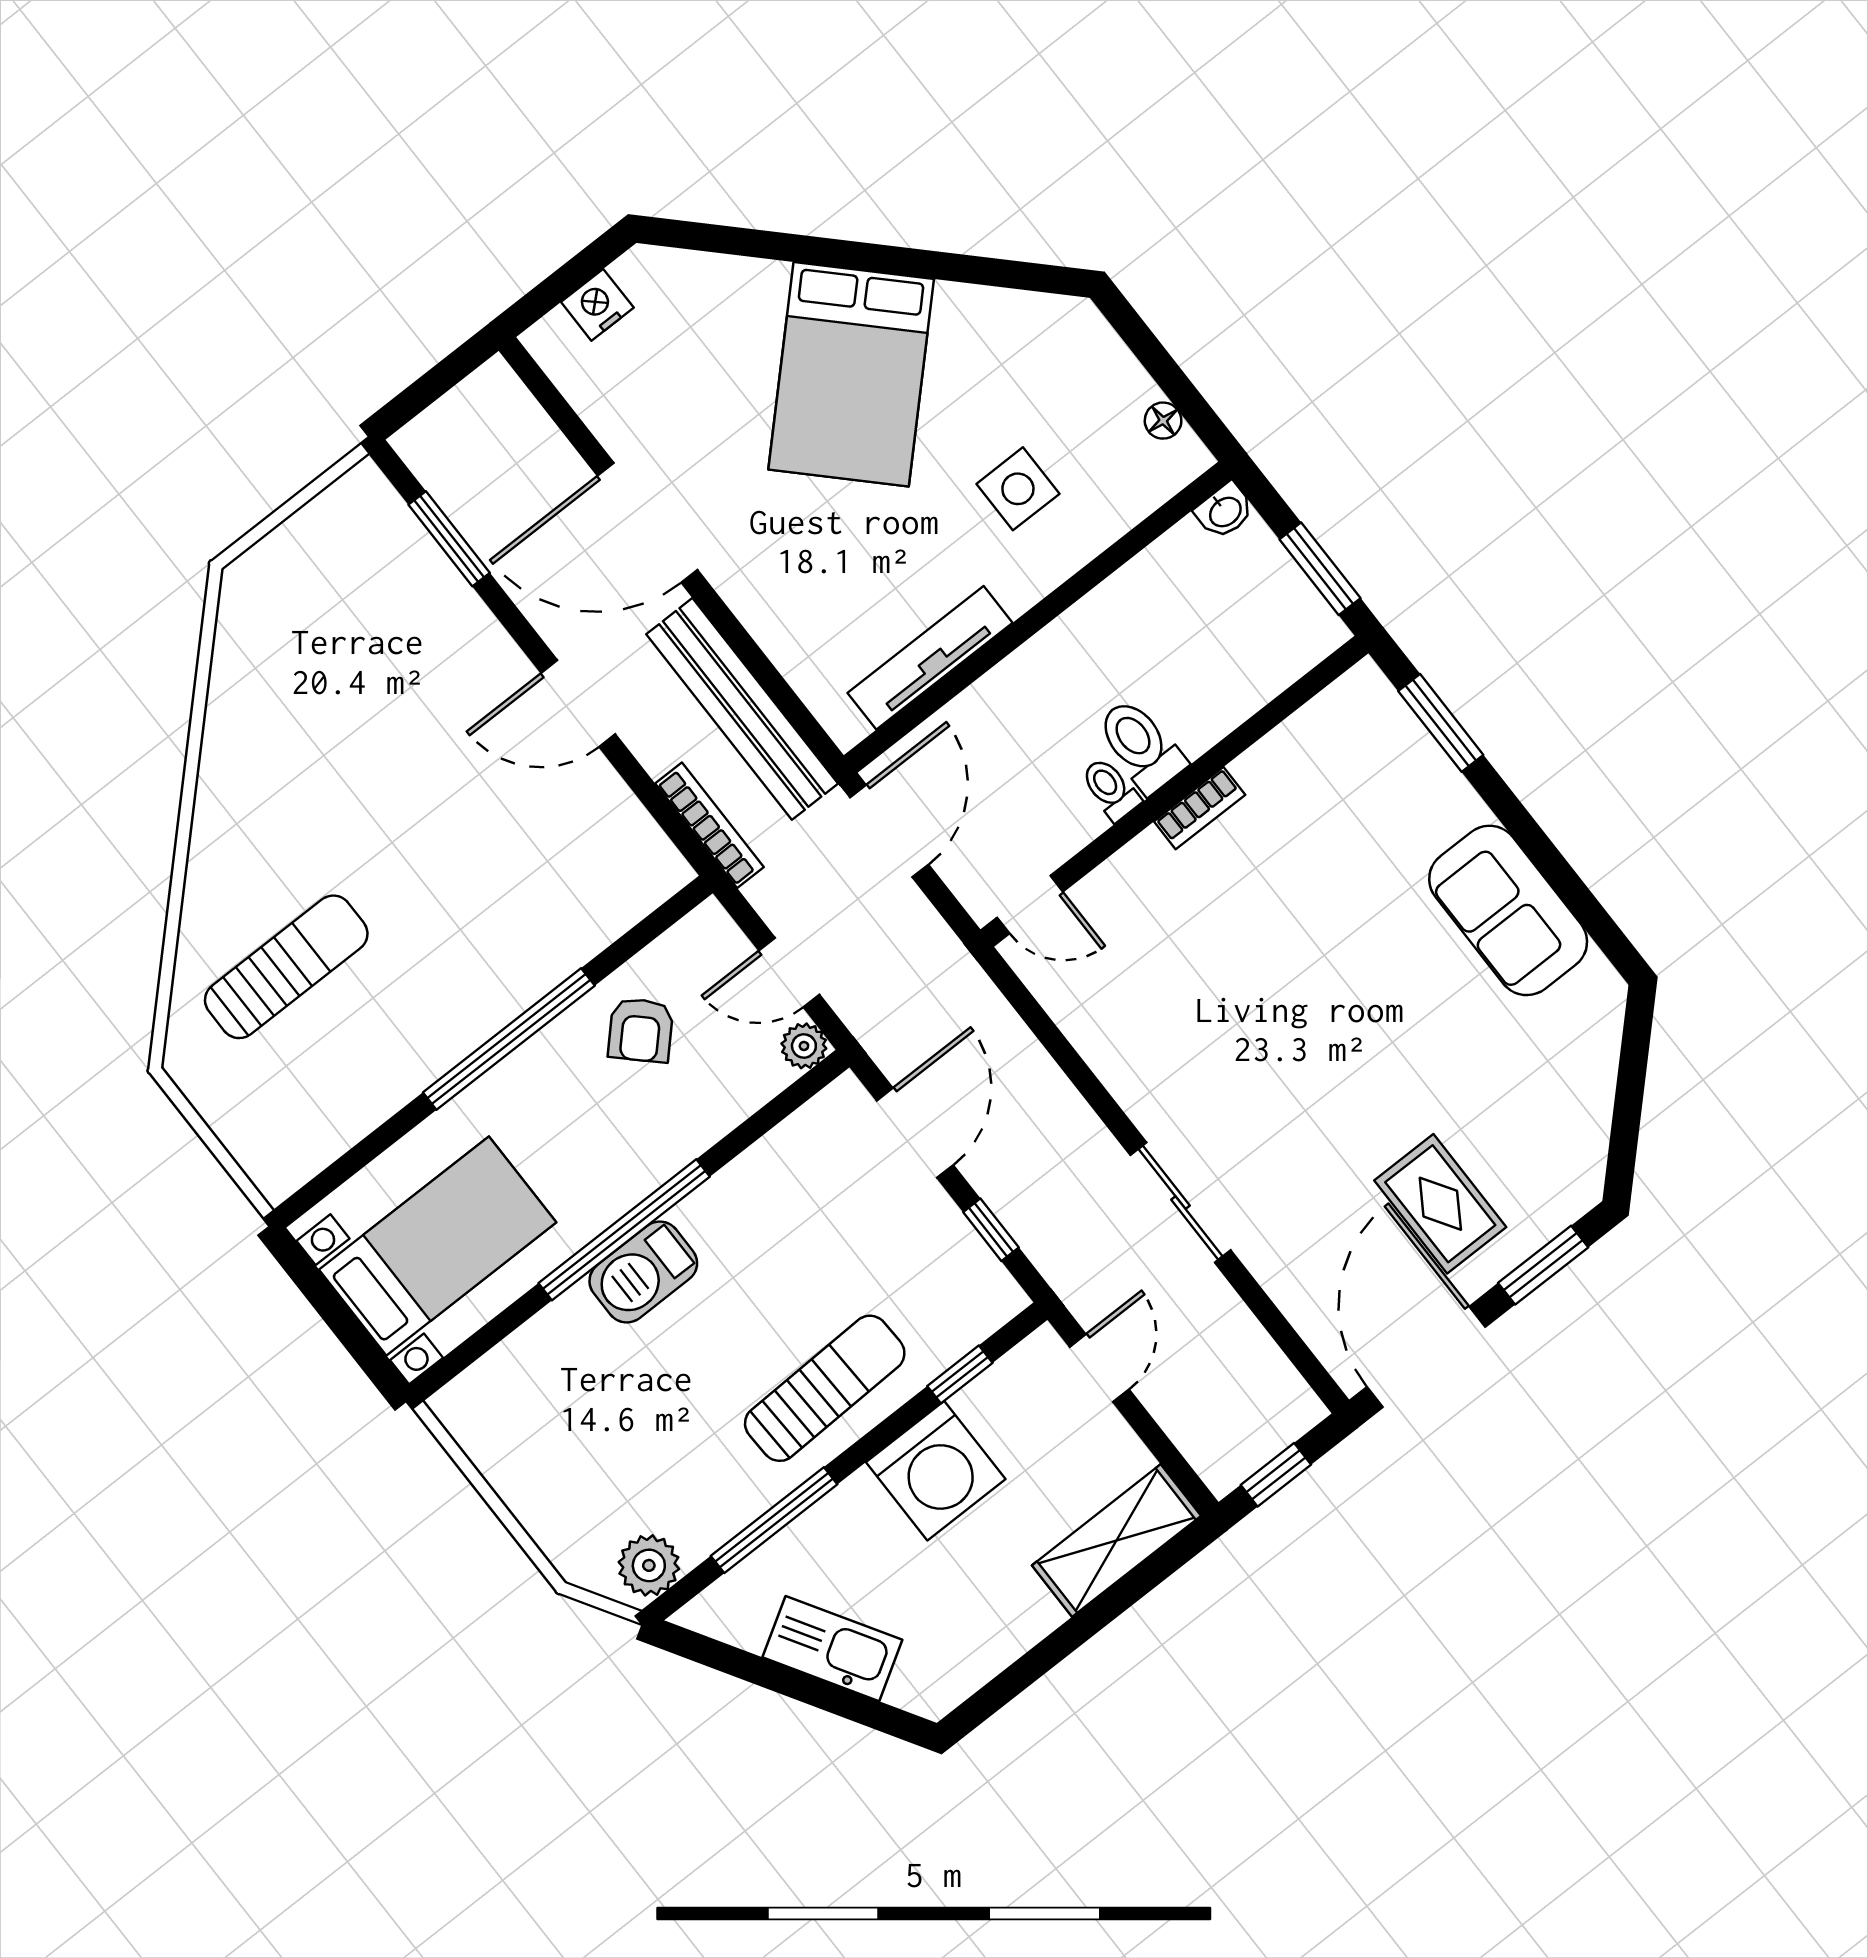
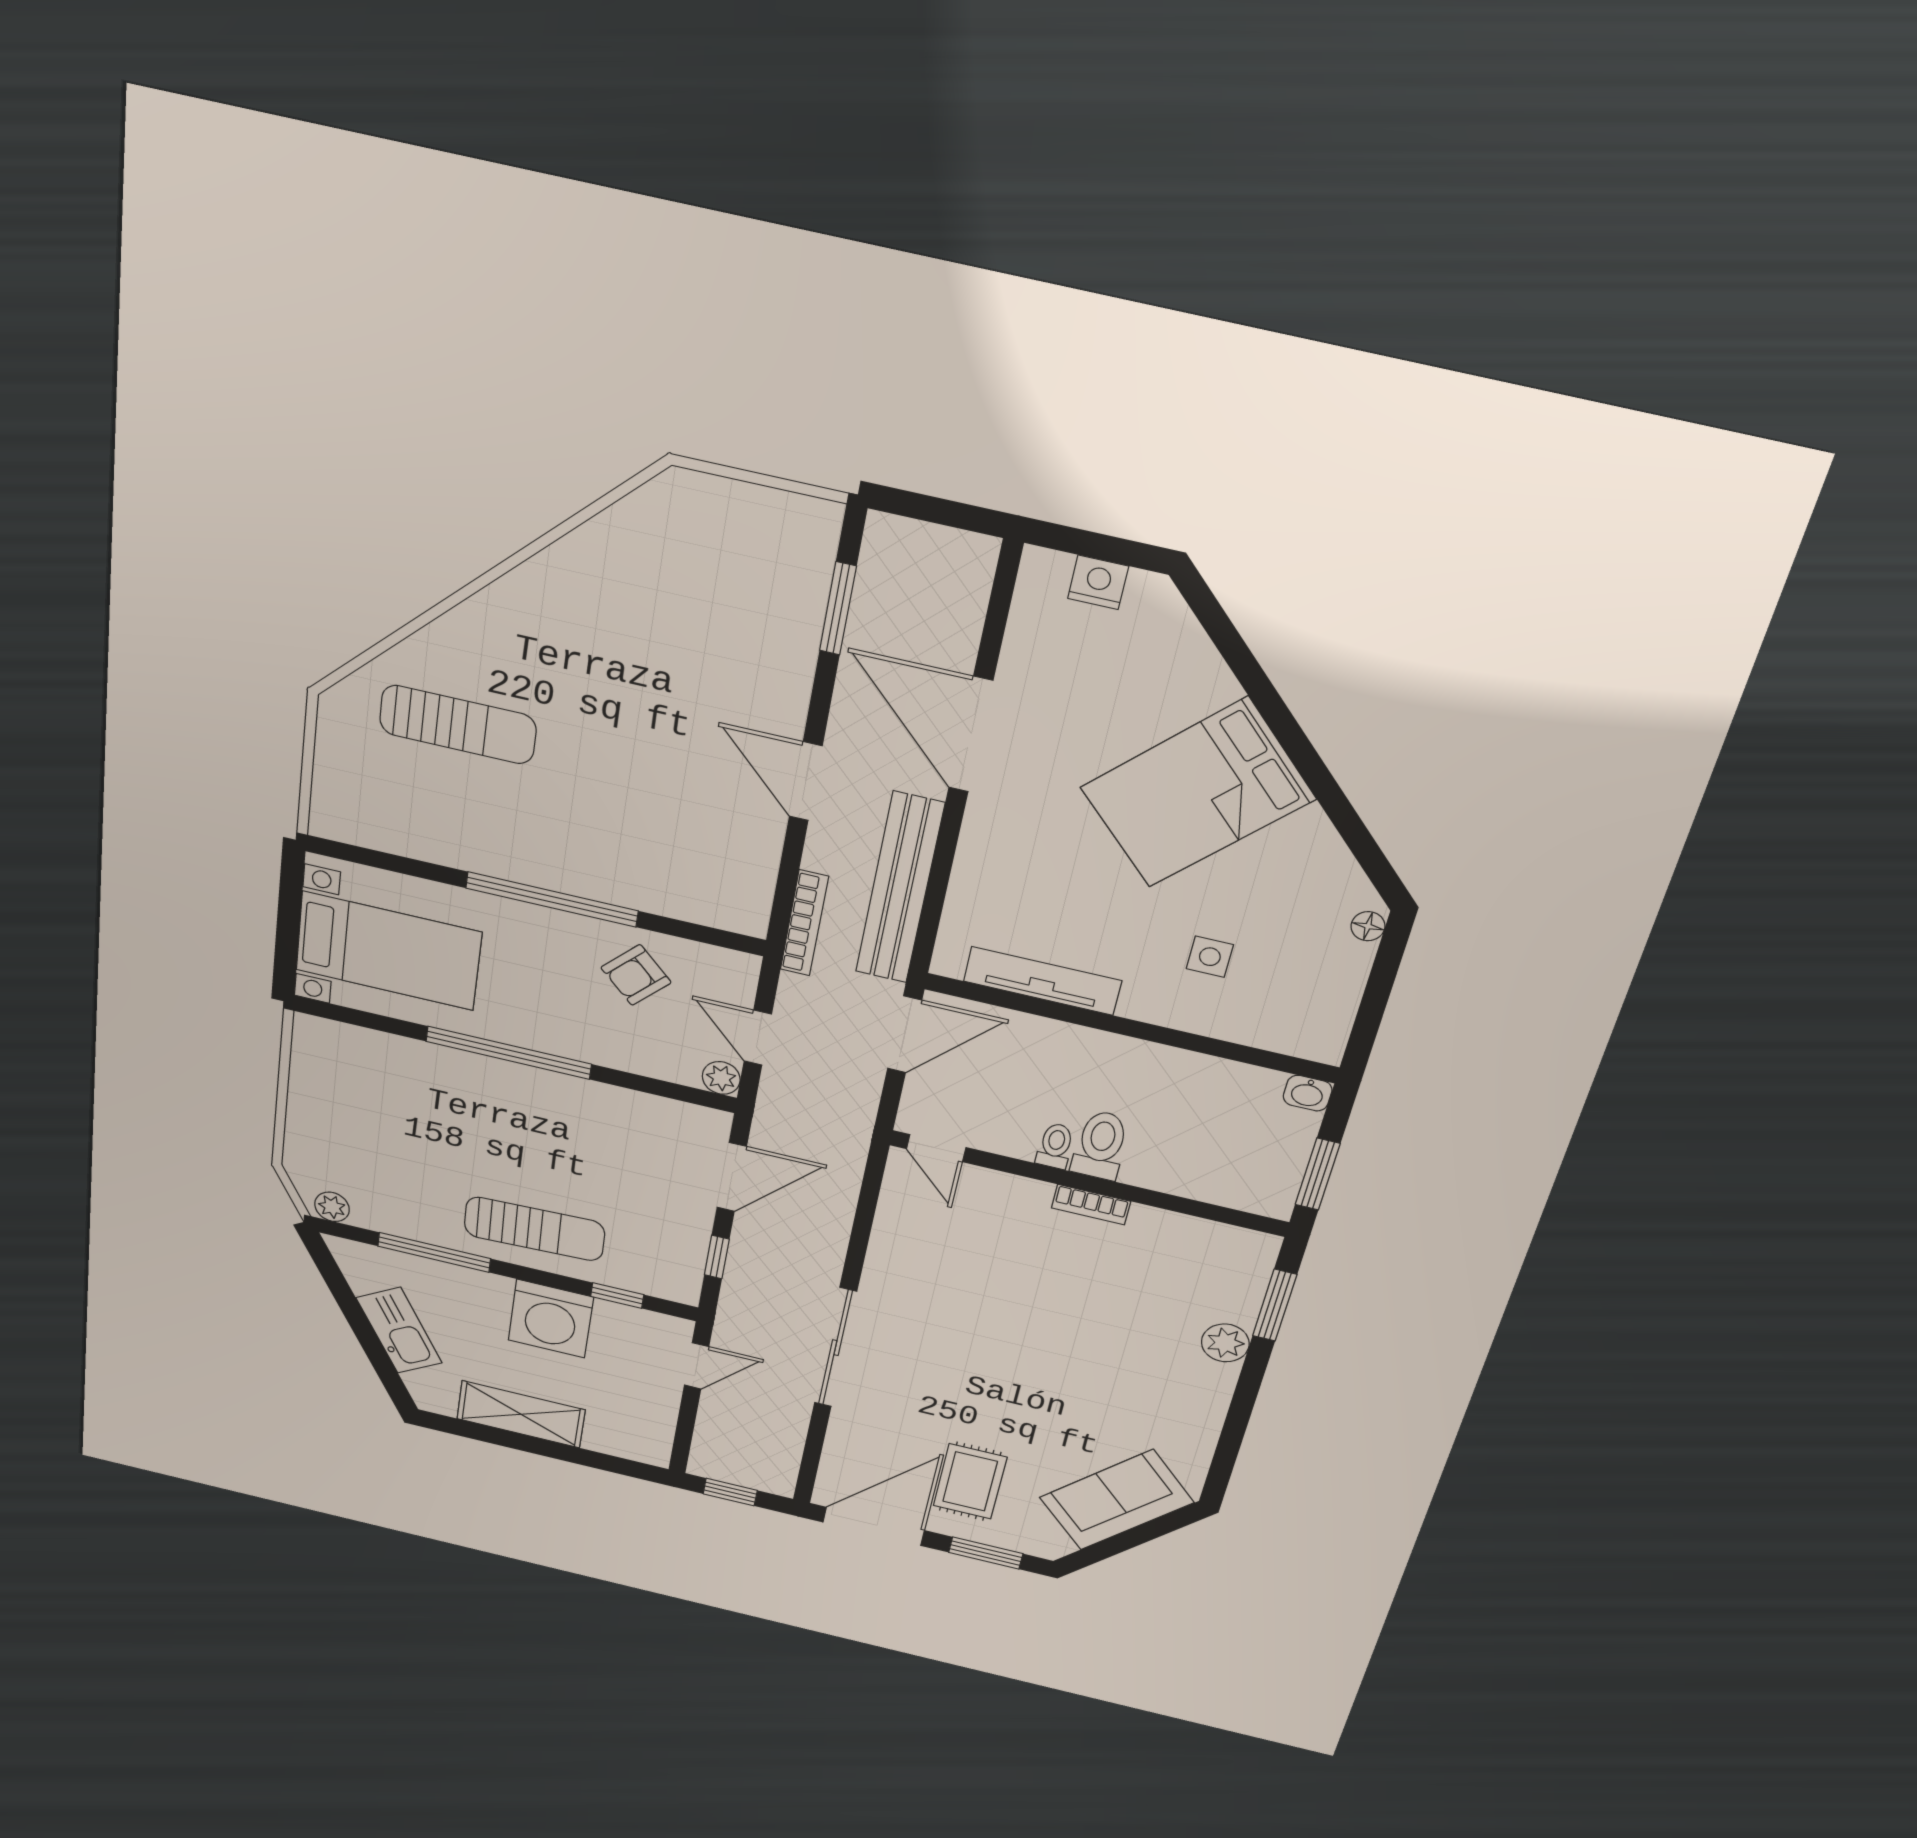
floor lamp: (1163, 421) -> (1368, 926), moved
side table: (1018, 489) -> (1210, 957), width x0.73, depth x0.73
plant: (1452, 805) -> (1225, 1343), added
sofa: (1508, 910) -> (1117, 1500), moved, turned 45
sliding door: (1181, 1203) -> (835, 1348), width x1.37
barbecue: (643, 1272) -> (496, 1082), removed
shelving: (1116, 1541) -> (521, 1414), moved
plant: (649, 1565) -> (332, 1207), width x0.73, depth x0.73

